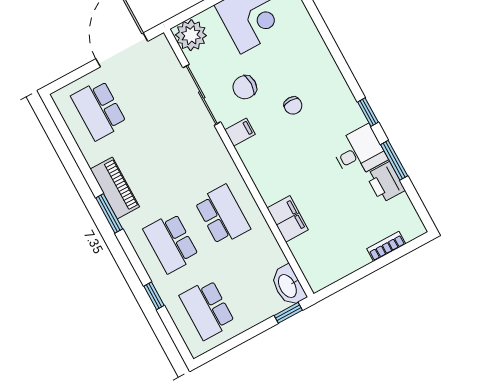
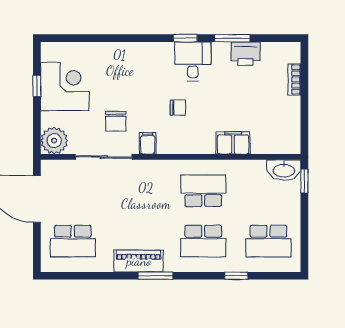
chair: (293, 106) -> (178, 108), moved
desk: (359, 152) -> (193, 61), moved

